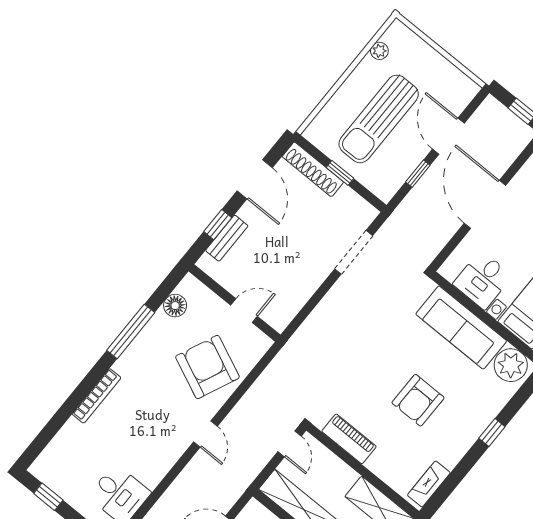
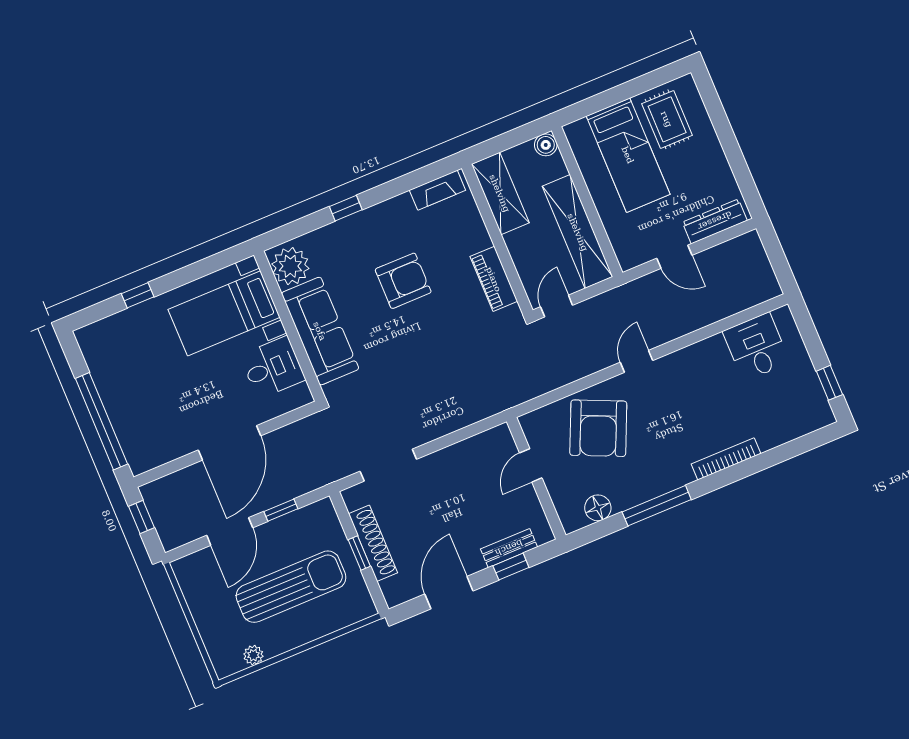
shoe rack: (313, 169) -> (373, 543), moved
door: (244, 311) -> (531, 465), hinge flipped

